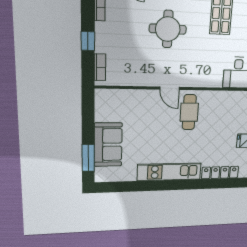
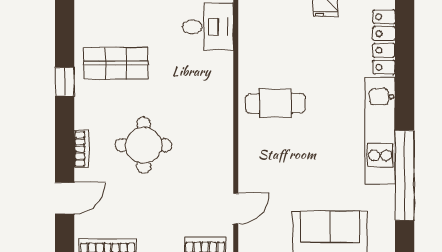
door: (170, 88) -> (236, 209), moved
window: (142, 186) -> (405, 175), added

